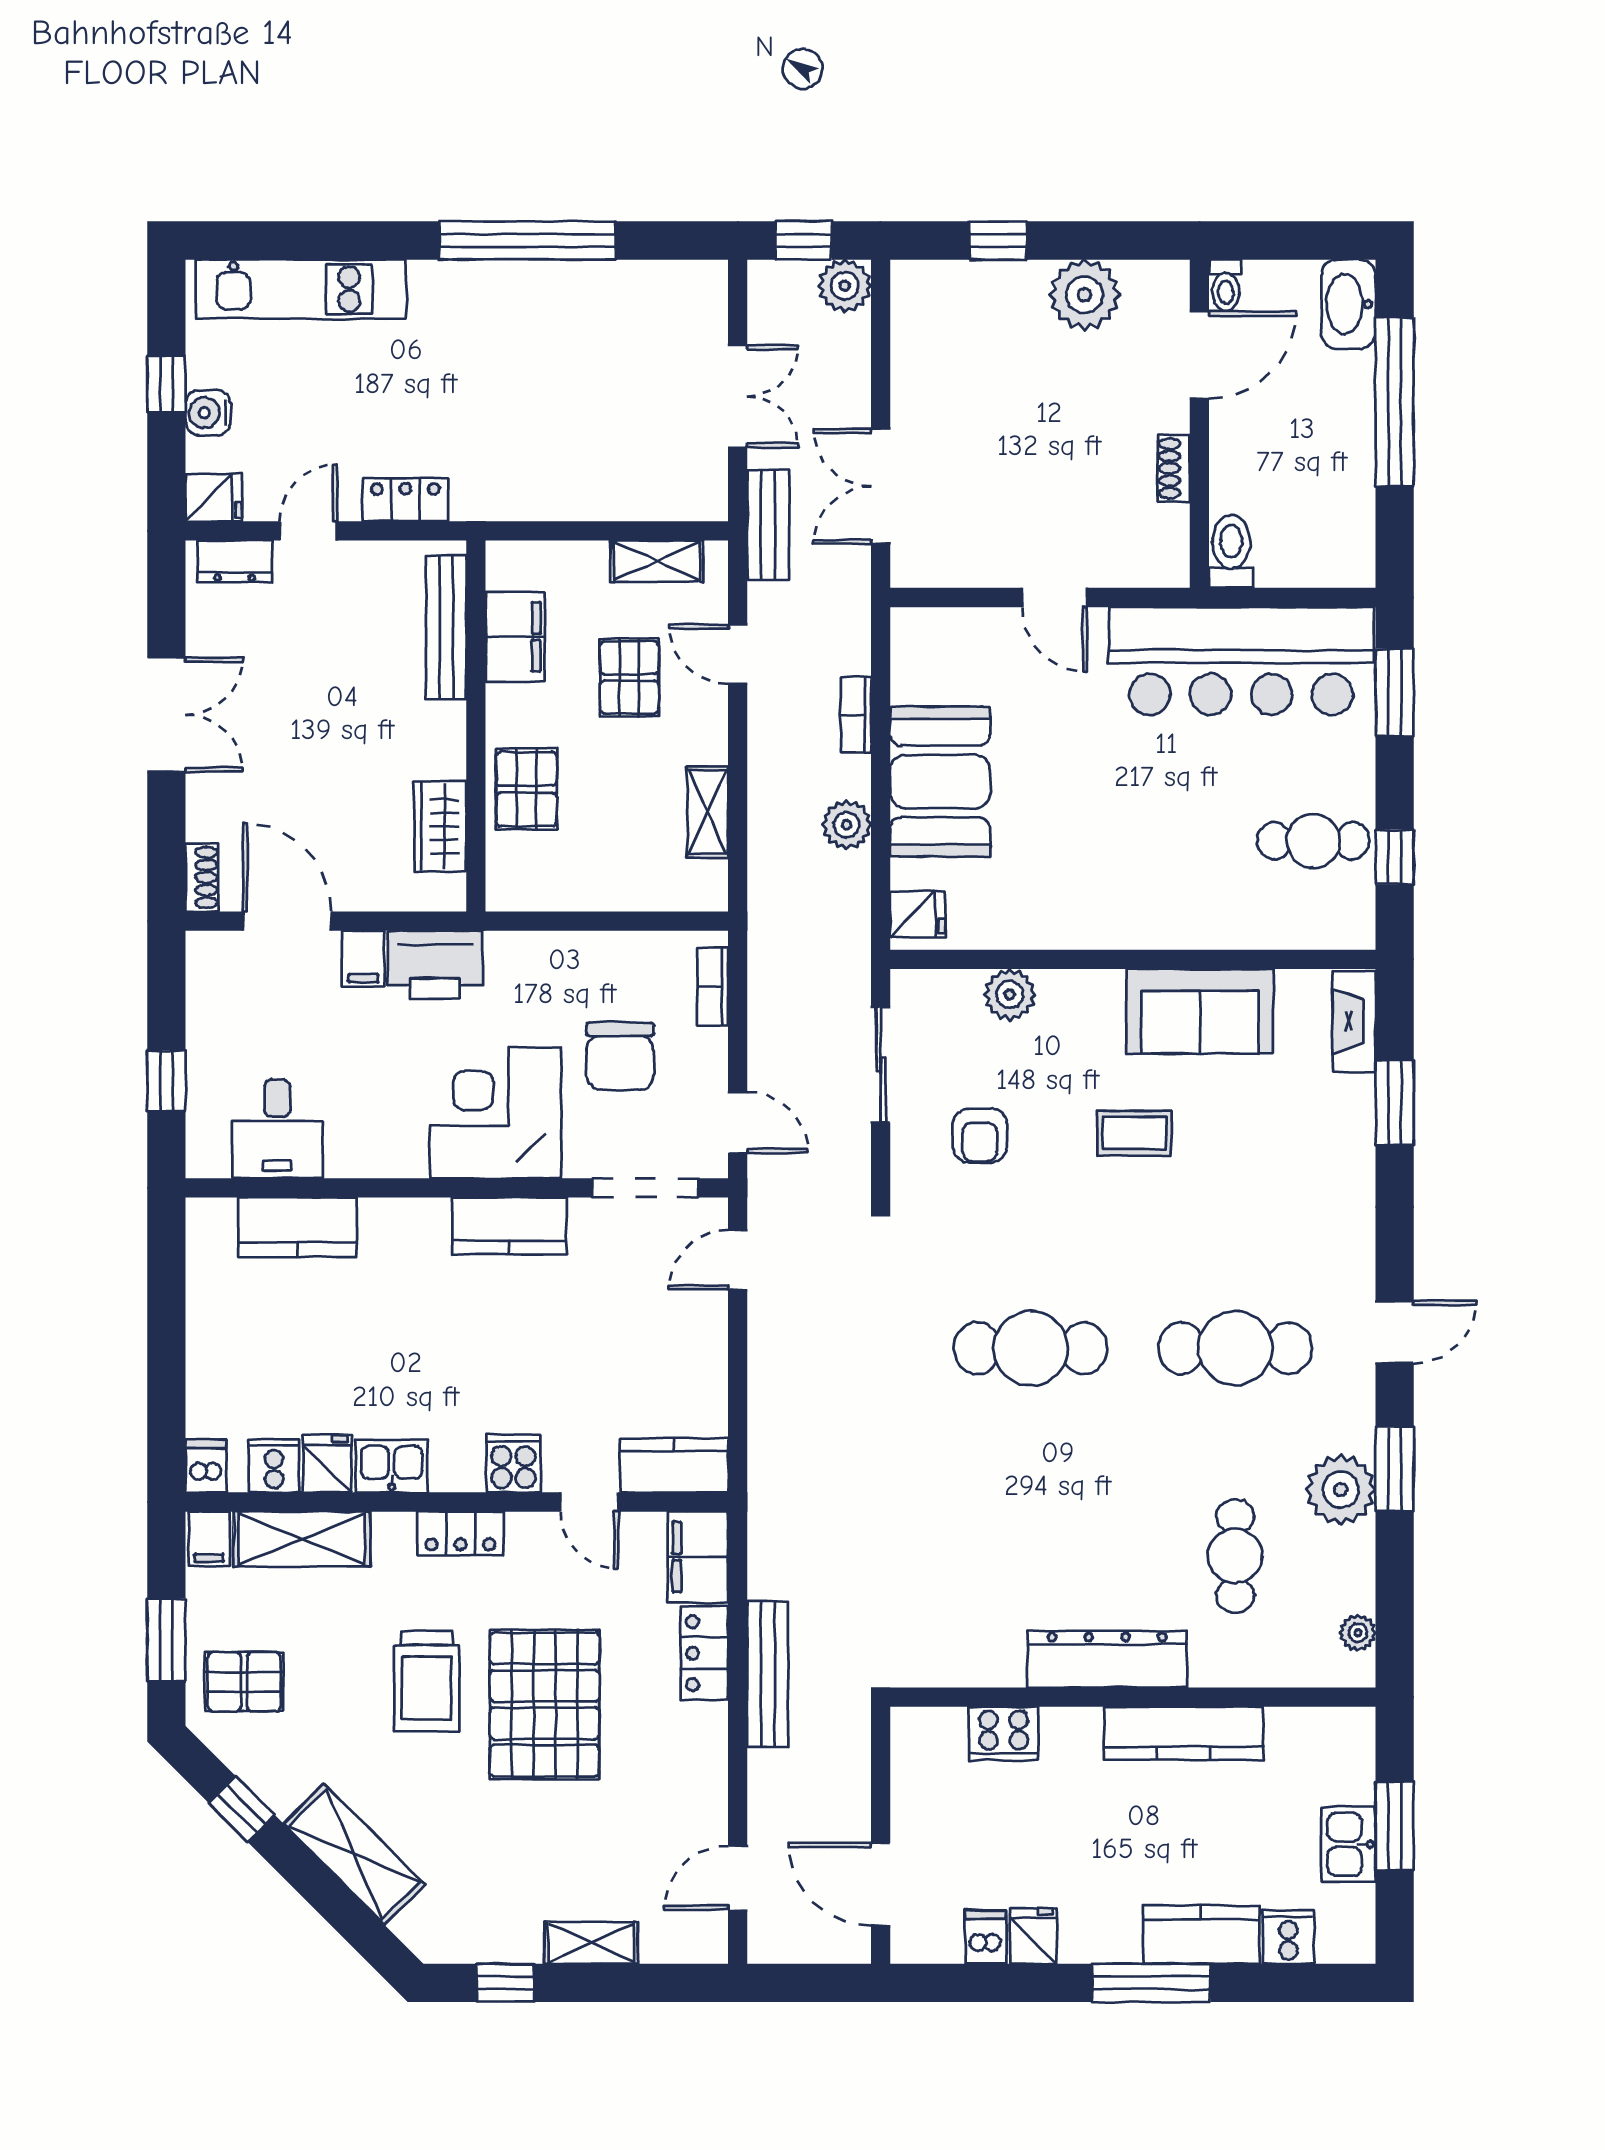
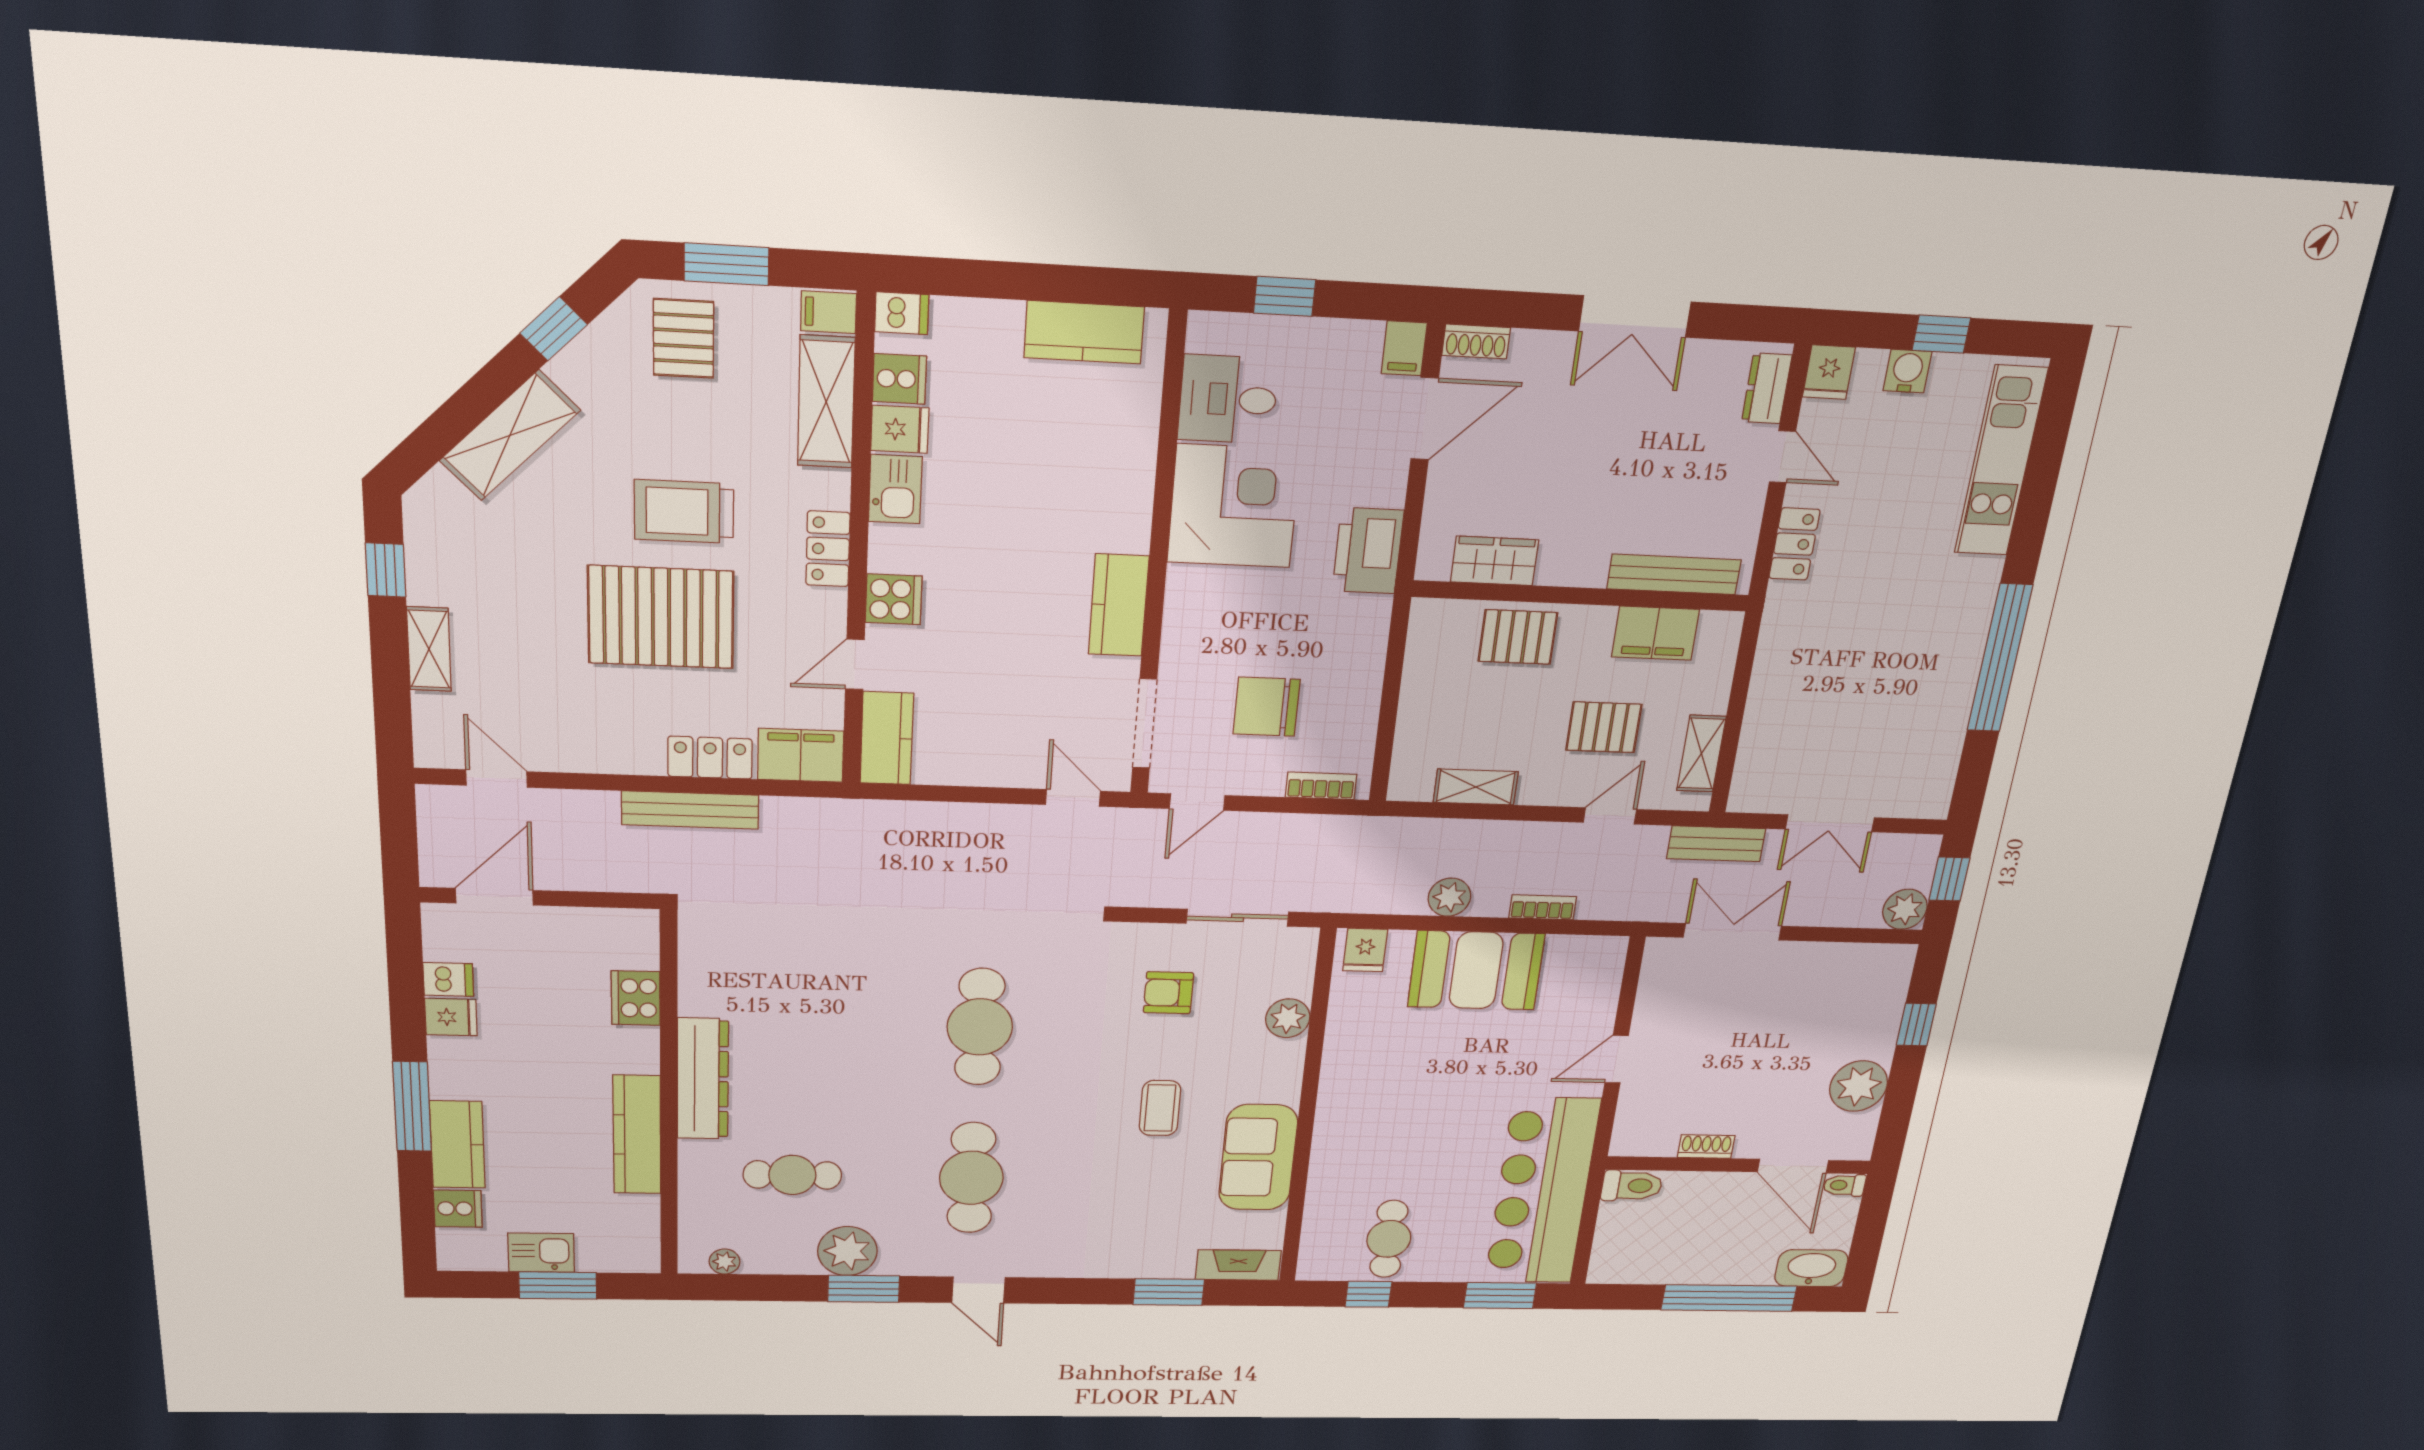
filing cabinet: (363, 959) -> (1404, 348), moved, turned -90
corner desk: (495, 1113) -> (1234, 506), moved
kitchen counter: (297, 1227) -> (1084, 332), moved, turned -90

